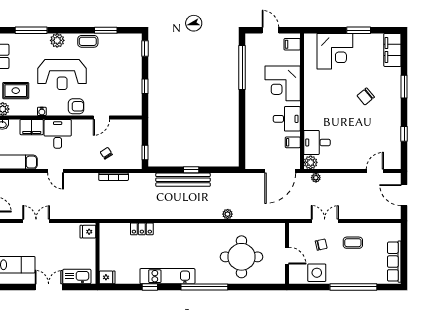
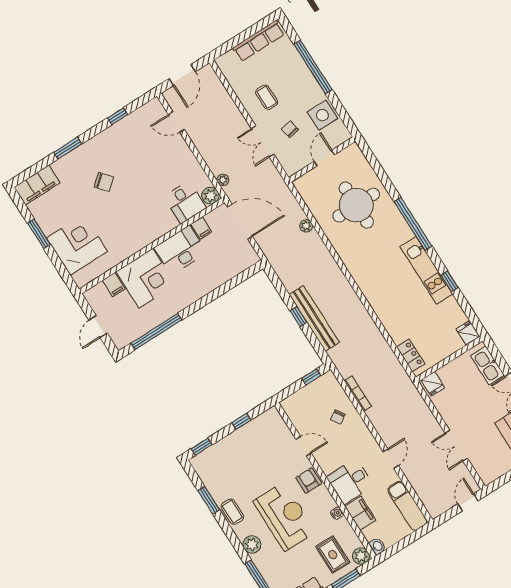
filing cabinet: (292, 44) -> (114, 285), moved
desk: (287, 119) -> (181, 250), width x1.37
plant: (228, 214) -> (306, 226), moved
locker: (142, 229) -> (411, 355), moved

